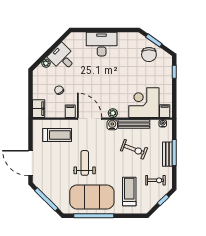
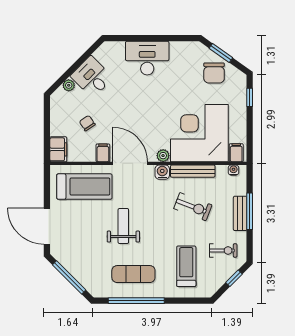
corner desk: (144, 103) -> (199, 133), width x1.36, depth x1.36
treadmill: (57, 135) -> (84, 187), width x1.37, depth x1.38
exercise mat: (92, 197) -> (133, 274), width x0.50, depth x0.69

